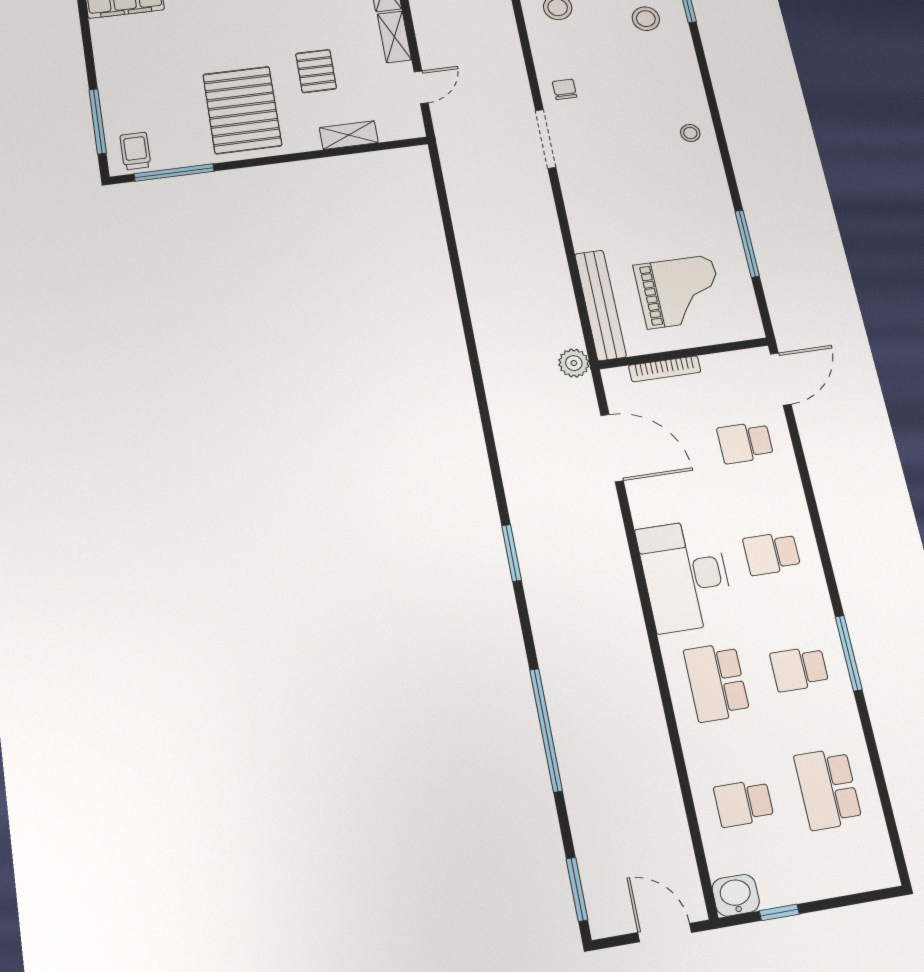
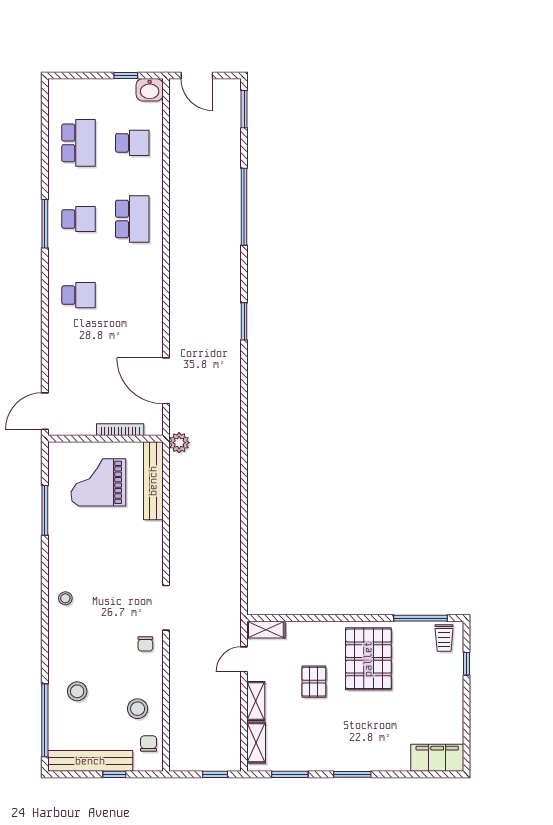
window: (98, 121) -> (467, 664), width x0.46
shelving: (349, 135) -> (266, 630), moved
school desk: (745, 443) -> (79, 371), removed
desk: (685, 576) -> (137, 289), removed

